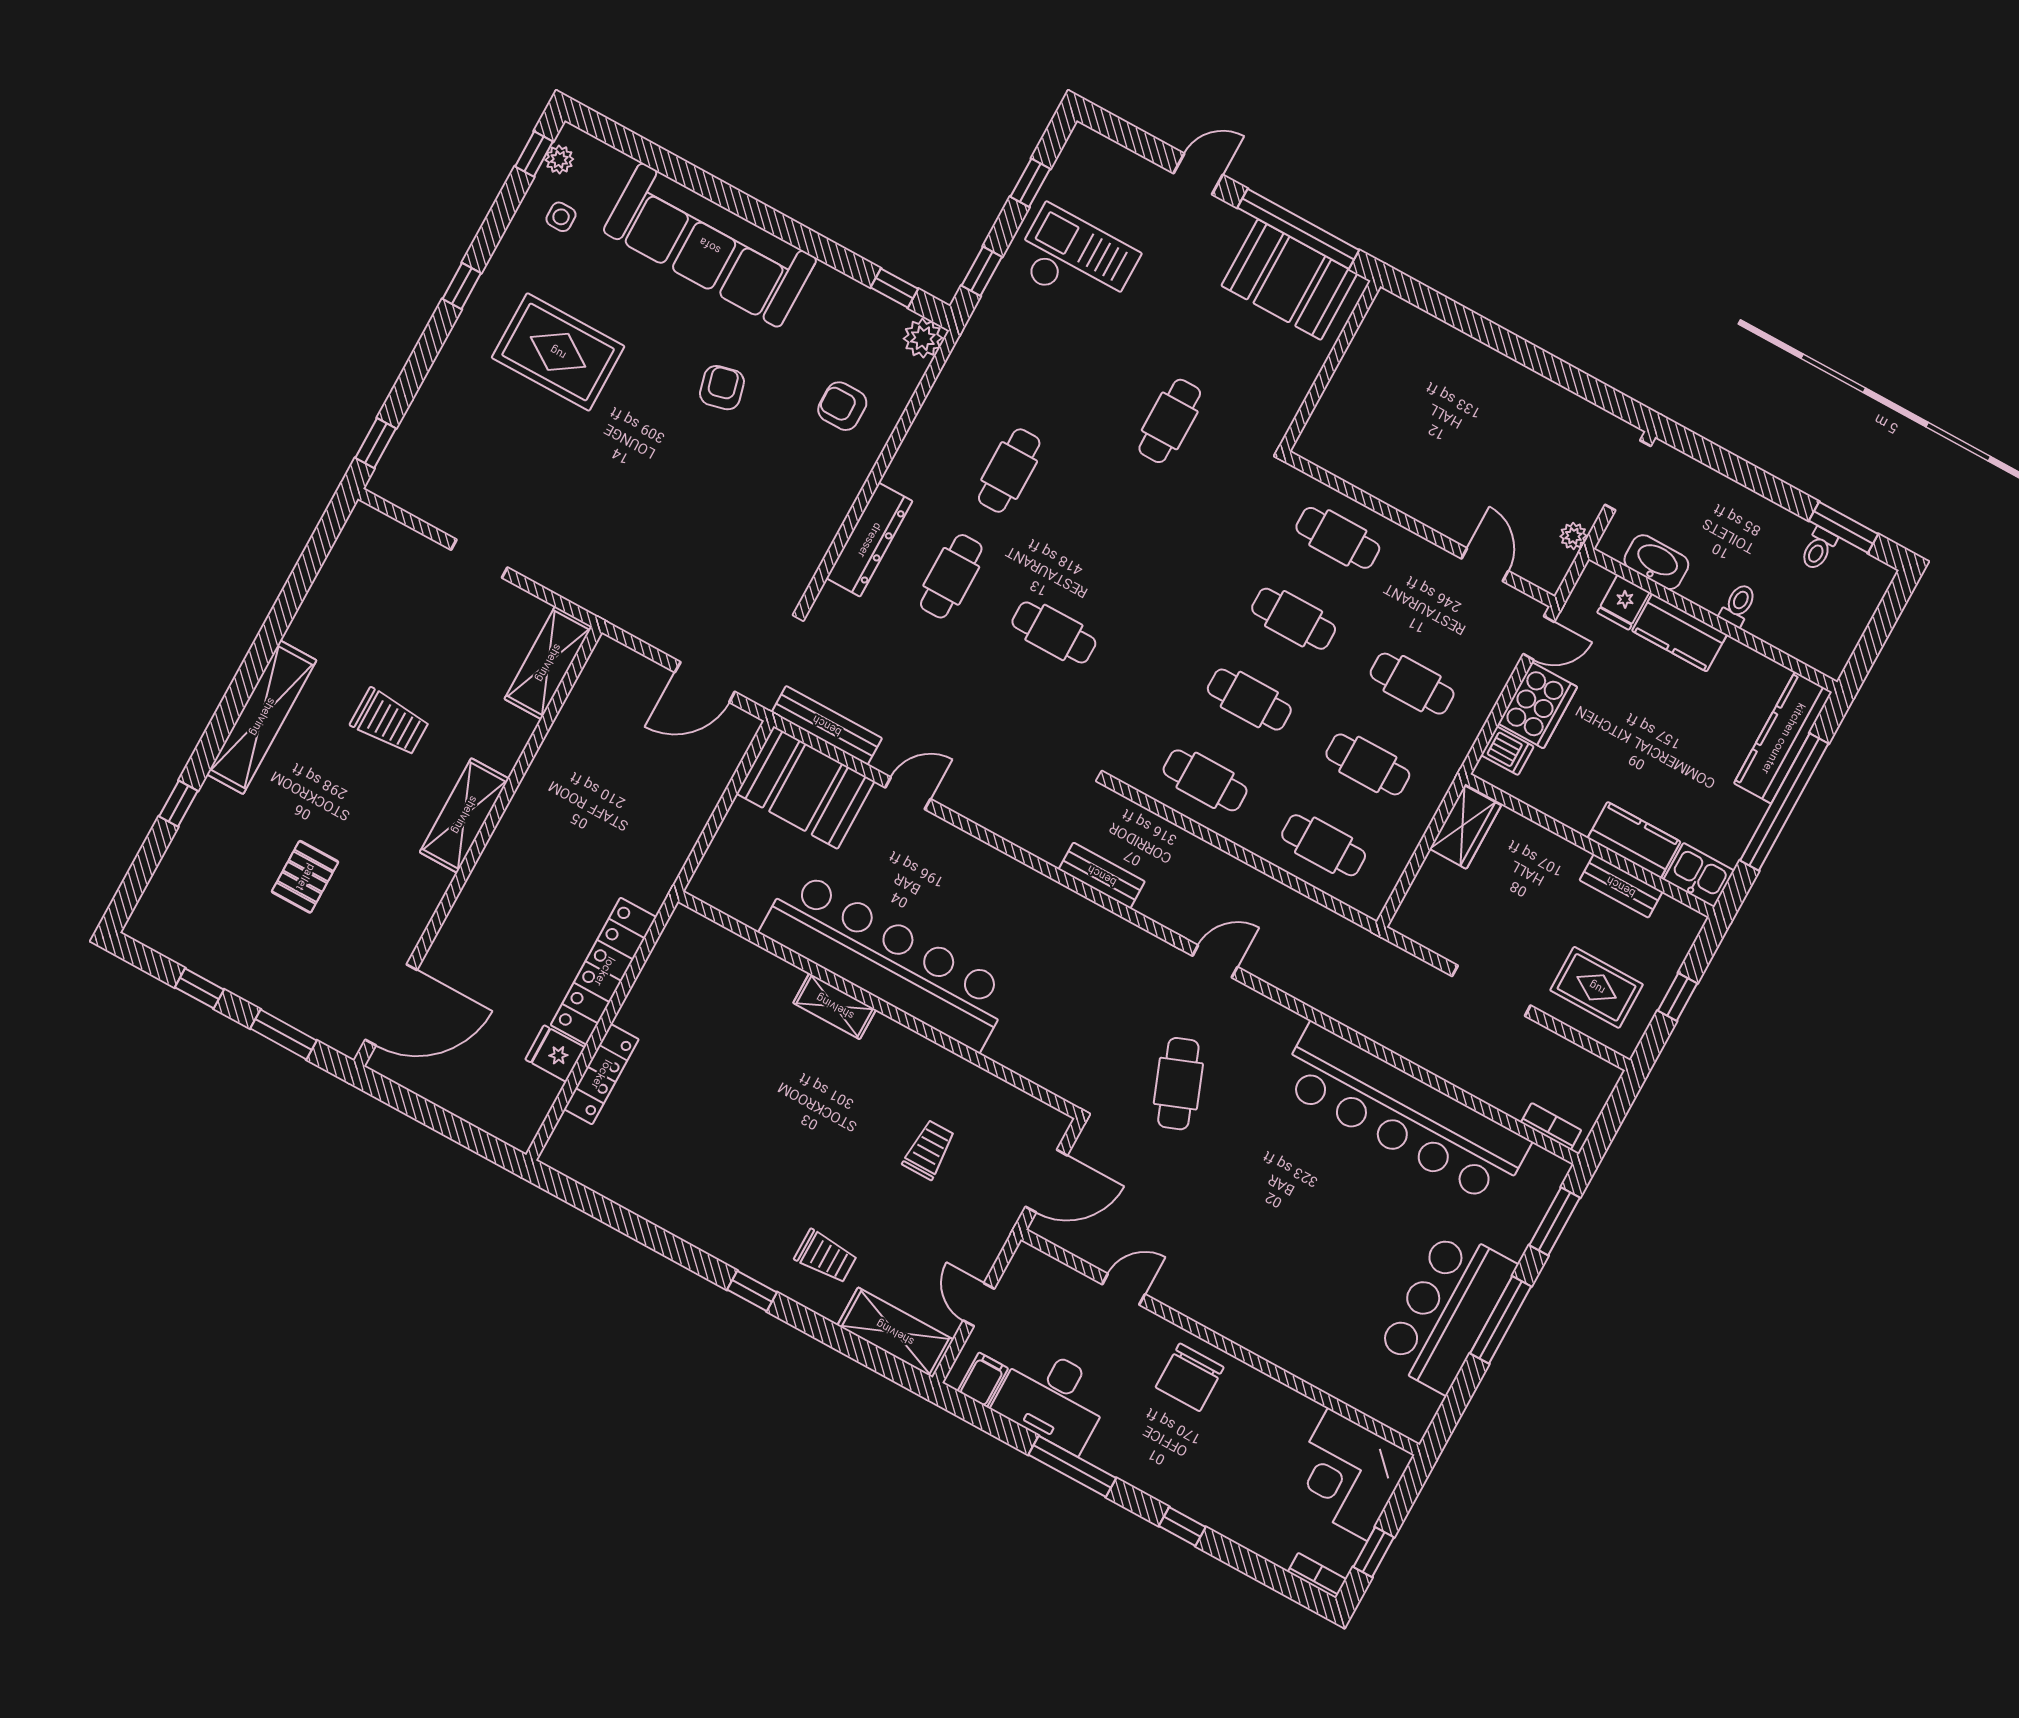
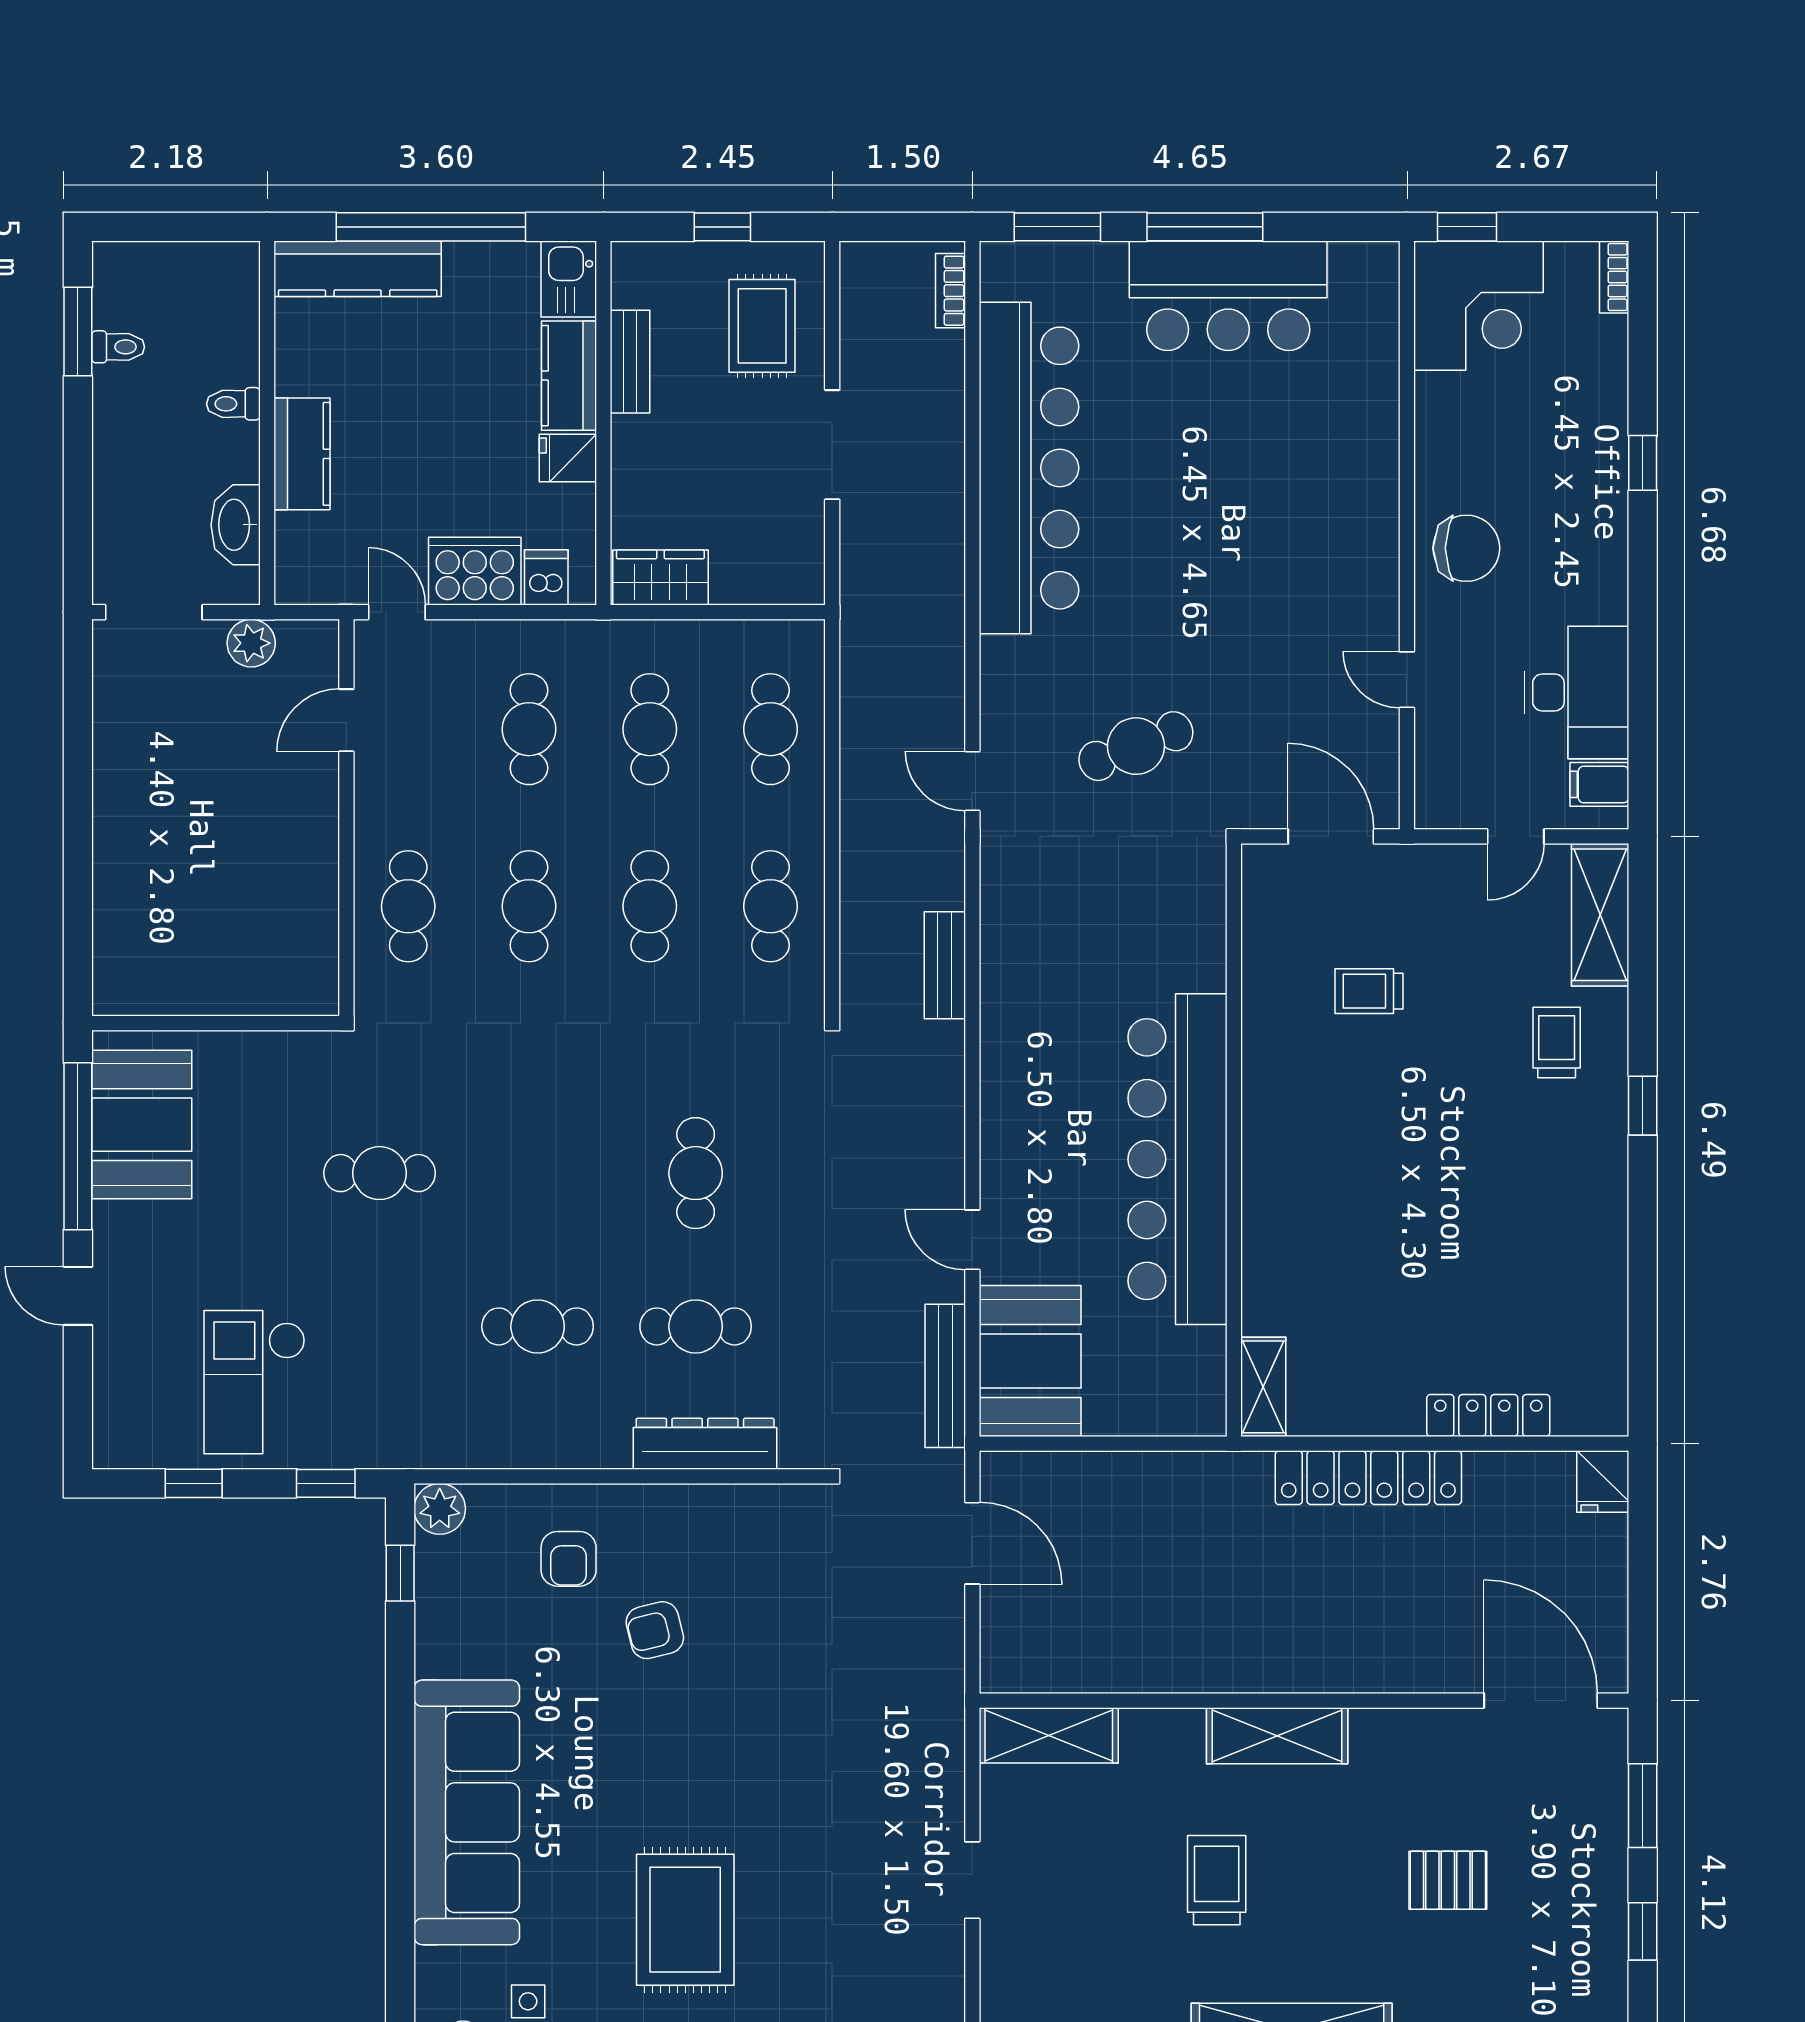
armchair: (722, 388) -> (655, 1630), moved
plant: (1573, 536) -> (251, 643), width x1.38, depth x1.38
fridge: (1623, 602) -> (568, 458), moved, turned 180
shelving: (835, 1006) -> (1263, 1387), moved
fridge: (555, 1053) -> (1603, 1481), moved
window: (1072, 1466) -> (1643, 627), removed
window: (1374, 1552) -> (1467, 227), moved

